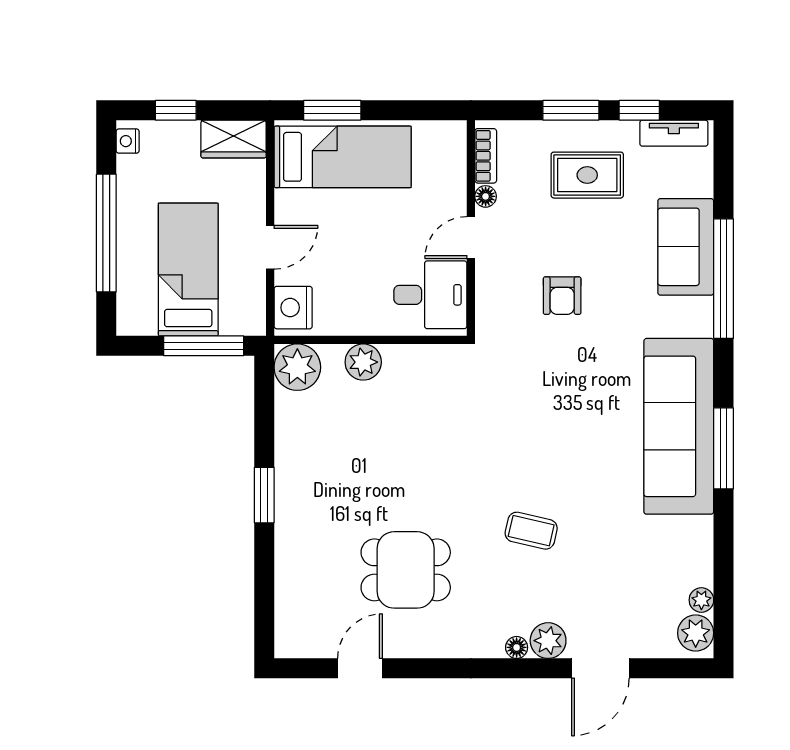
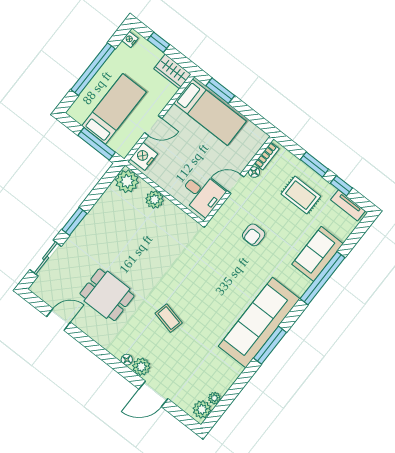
sliding door: (264, 588) -> (46, 258), added

